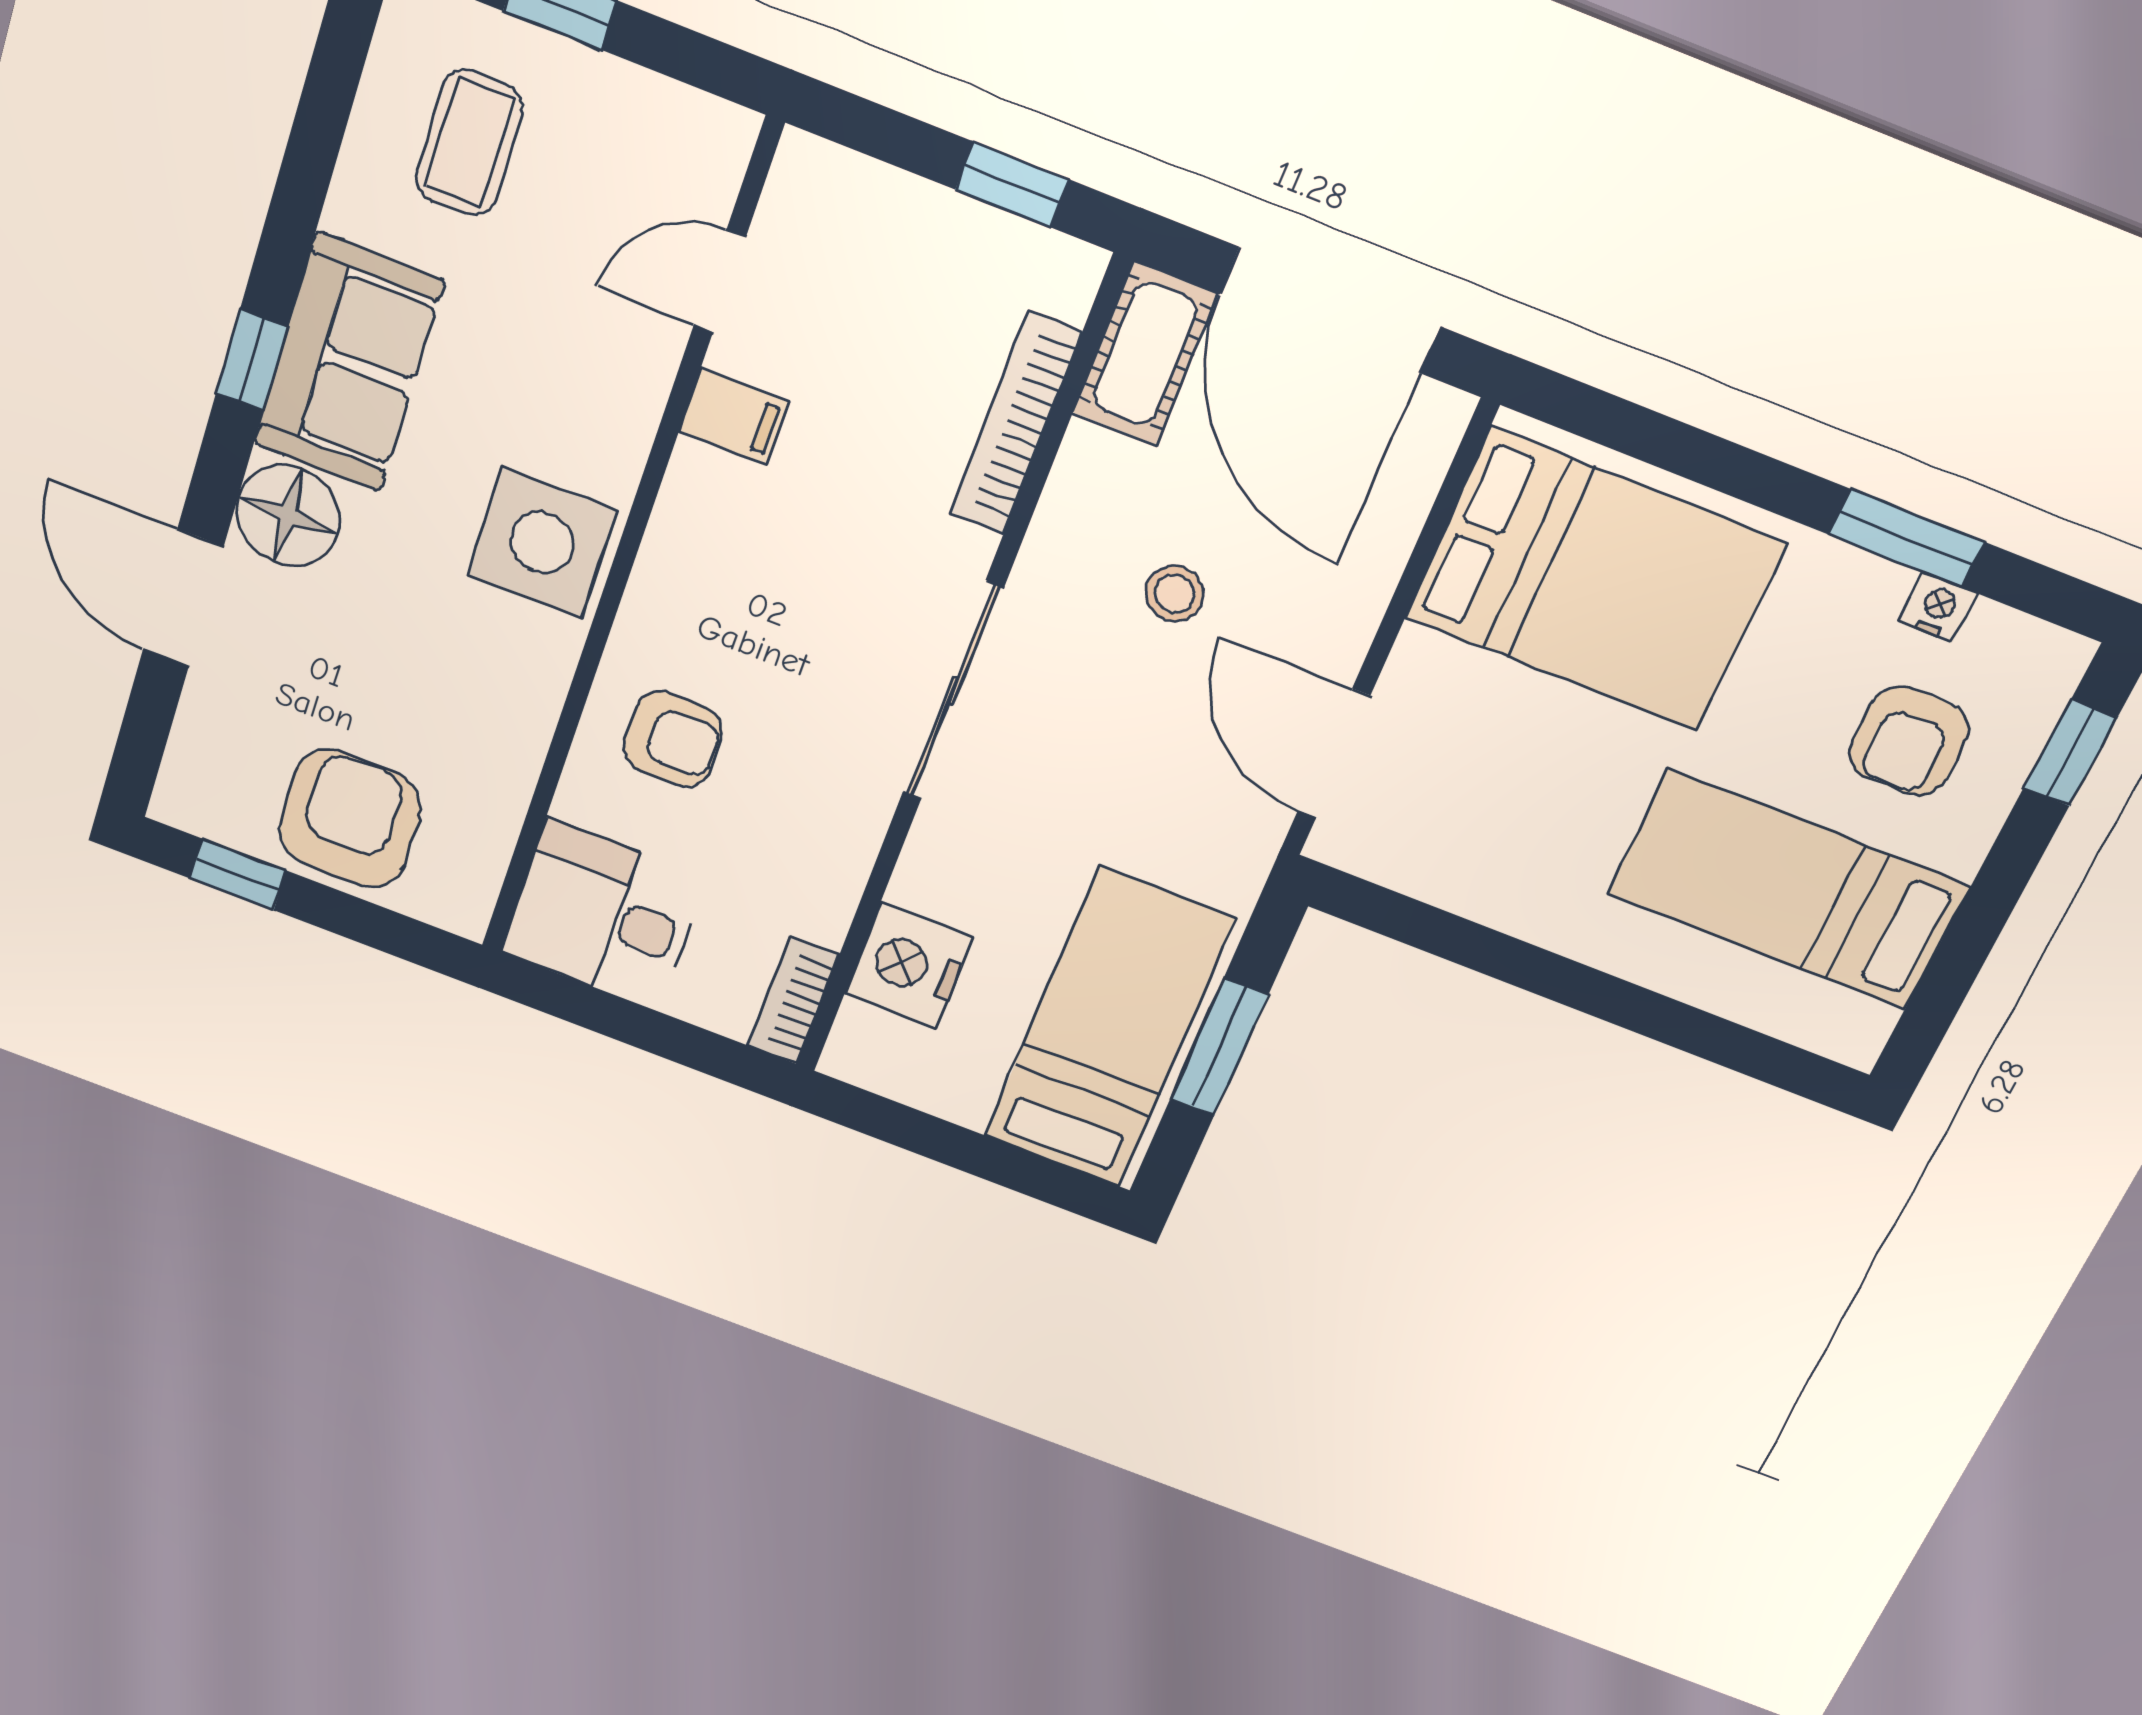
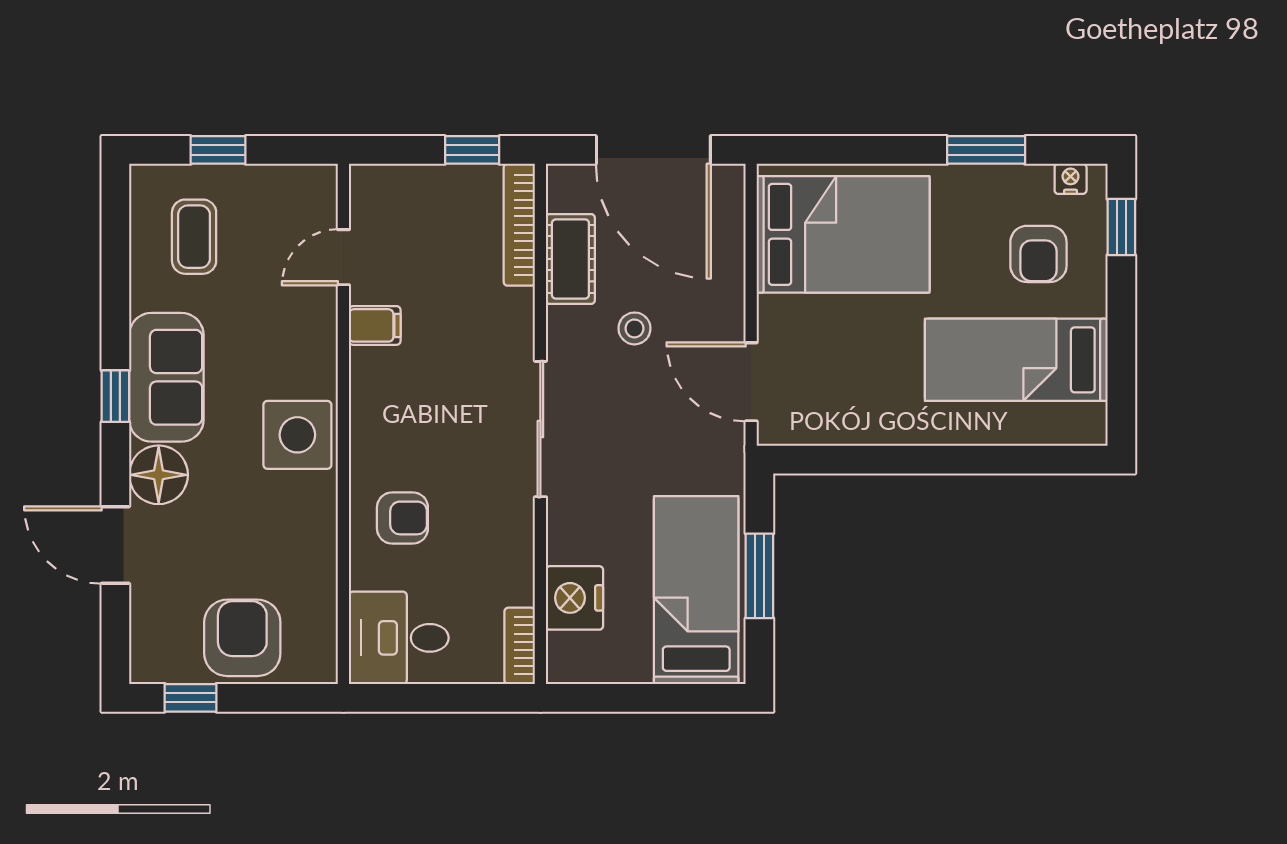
cot: (1145, 354) -> (570, 259), moved
bookcase: (1016, 423) -> (519, 225), moved
nightstand: (1938, 608) -> (1071, 179), moved

